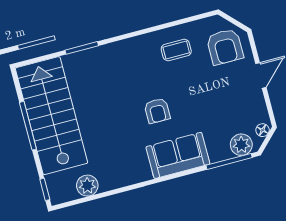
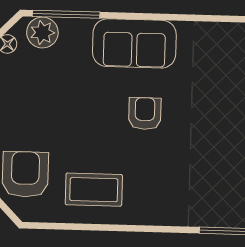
coffee table: (176, 50) -> (94, 190), width x1.36, depth x1.30

